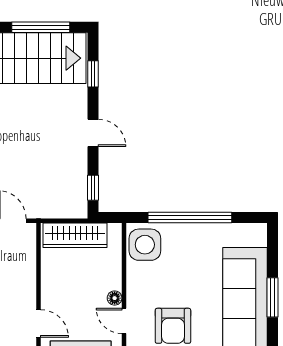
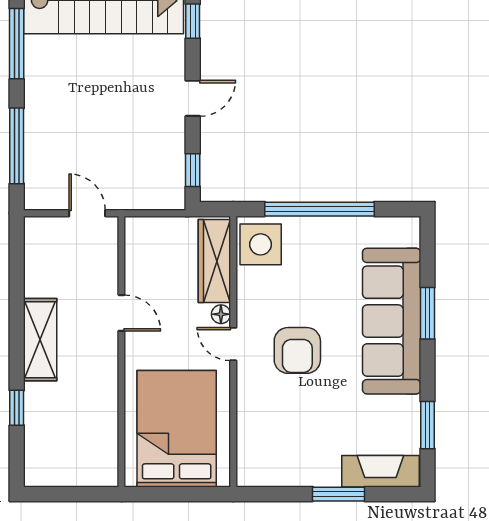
door: (93, 133) -> (193, 98), hinge flipped
wardrobe: (75, 235) -> (214, 261), moved, turned 90
door: (38, 324) -> (121, 313), moved

